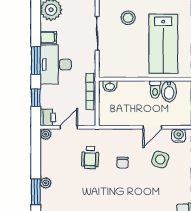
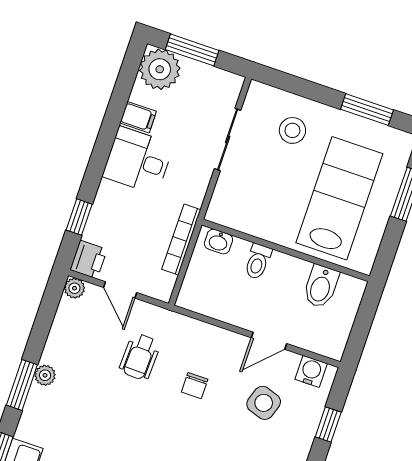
lab bench: (163, 44) -> (339, 198), turned 180
window: (36, 60) -> (102, 151), removed
desk: (56, 65) -> (138, 160), width x0.73
toilet: (155, 89) -> (258, 262), moved
door: (69, 127) -> (120, 290), swing flipped

